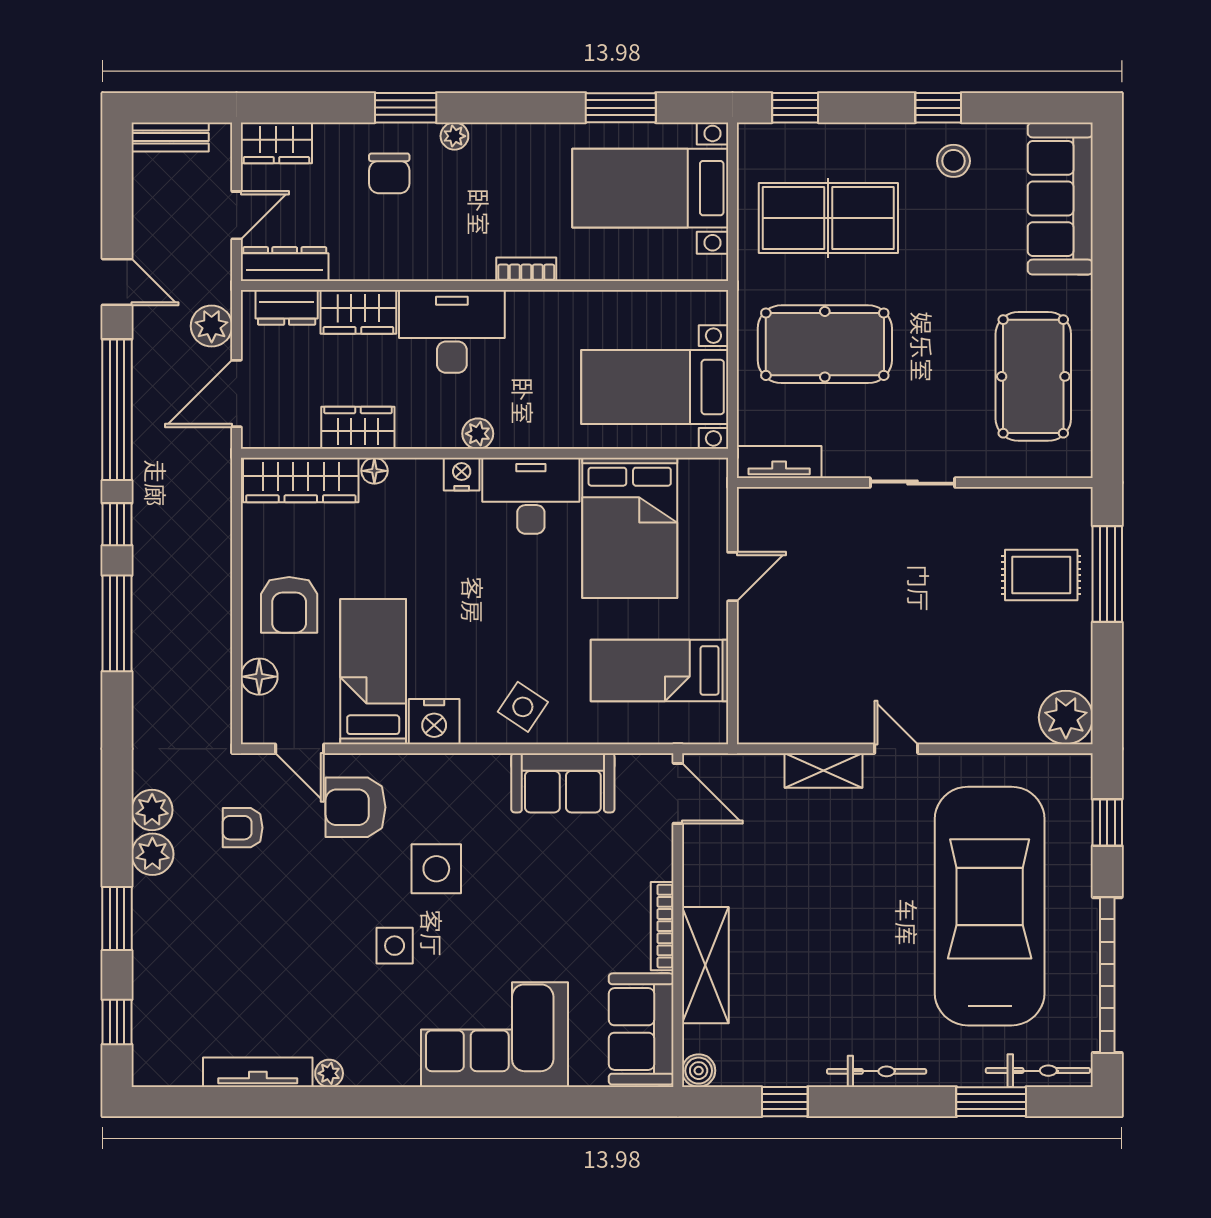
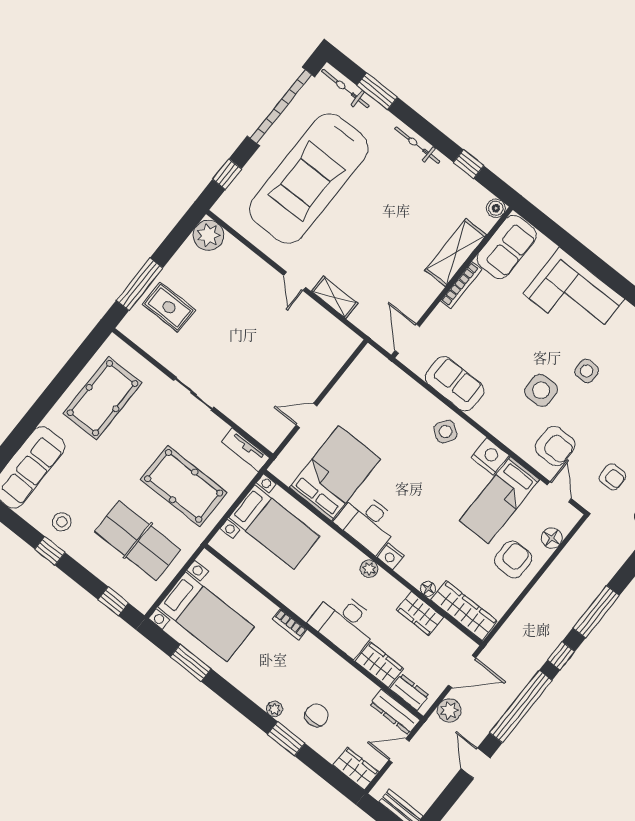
bed: (659, 670) -> (372, 400), removed

